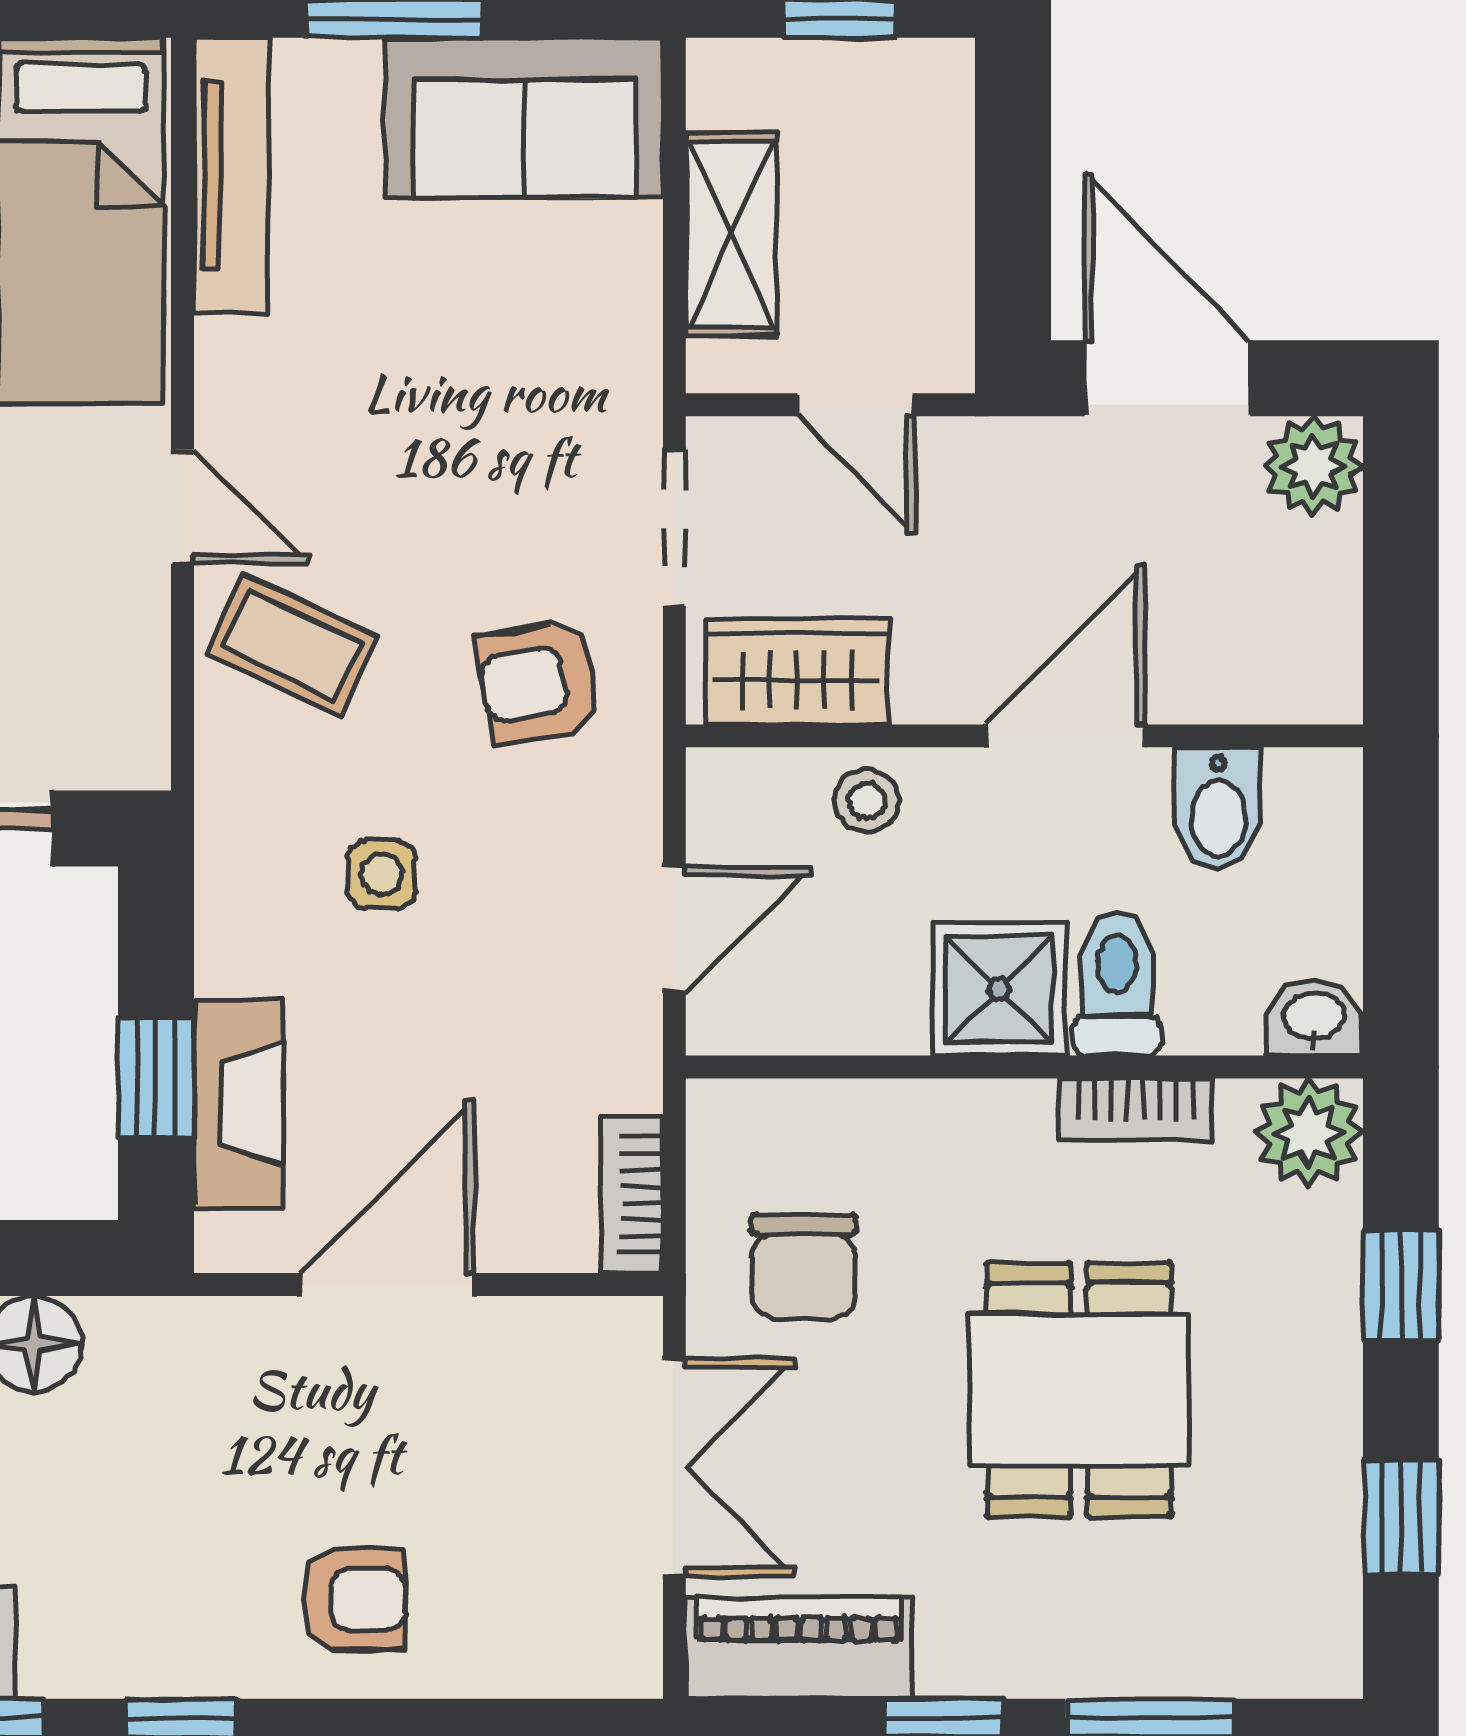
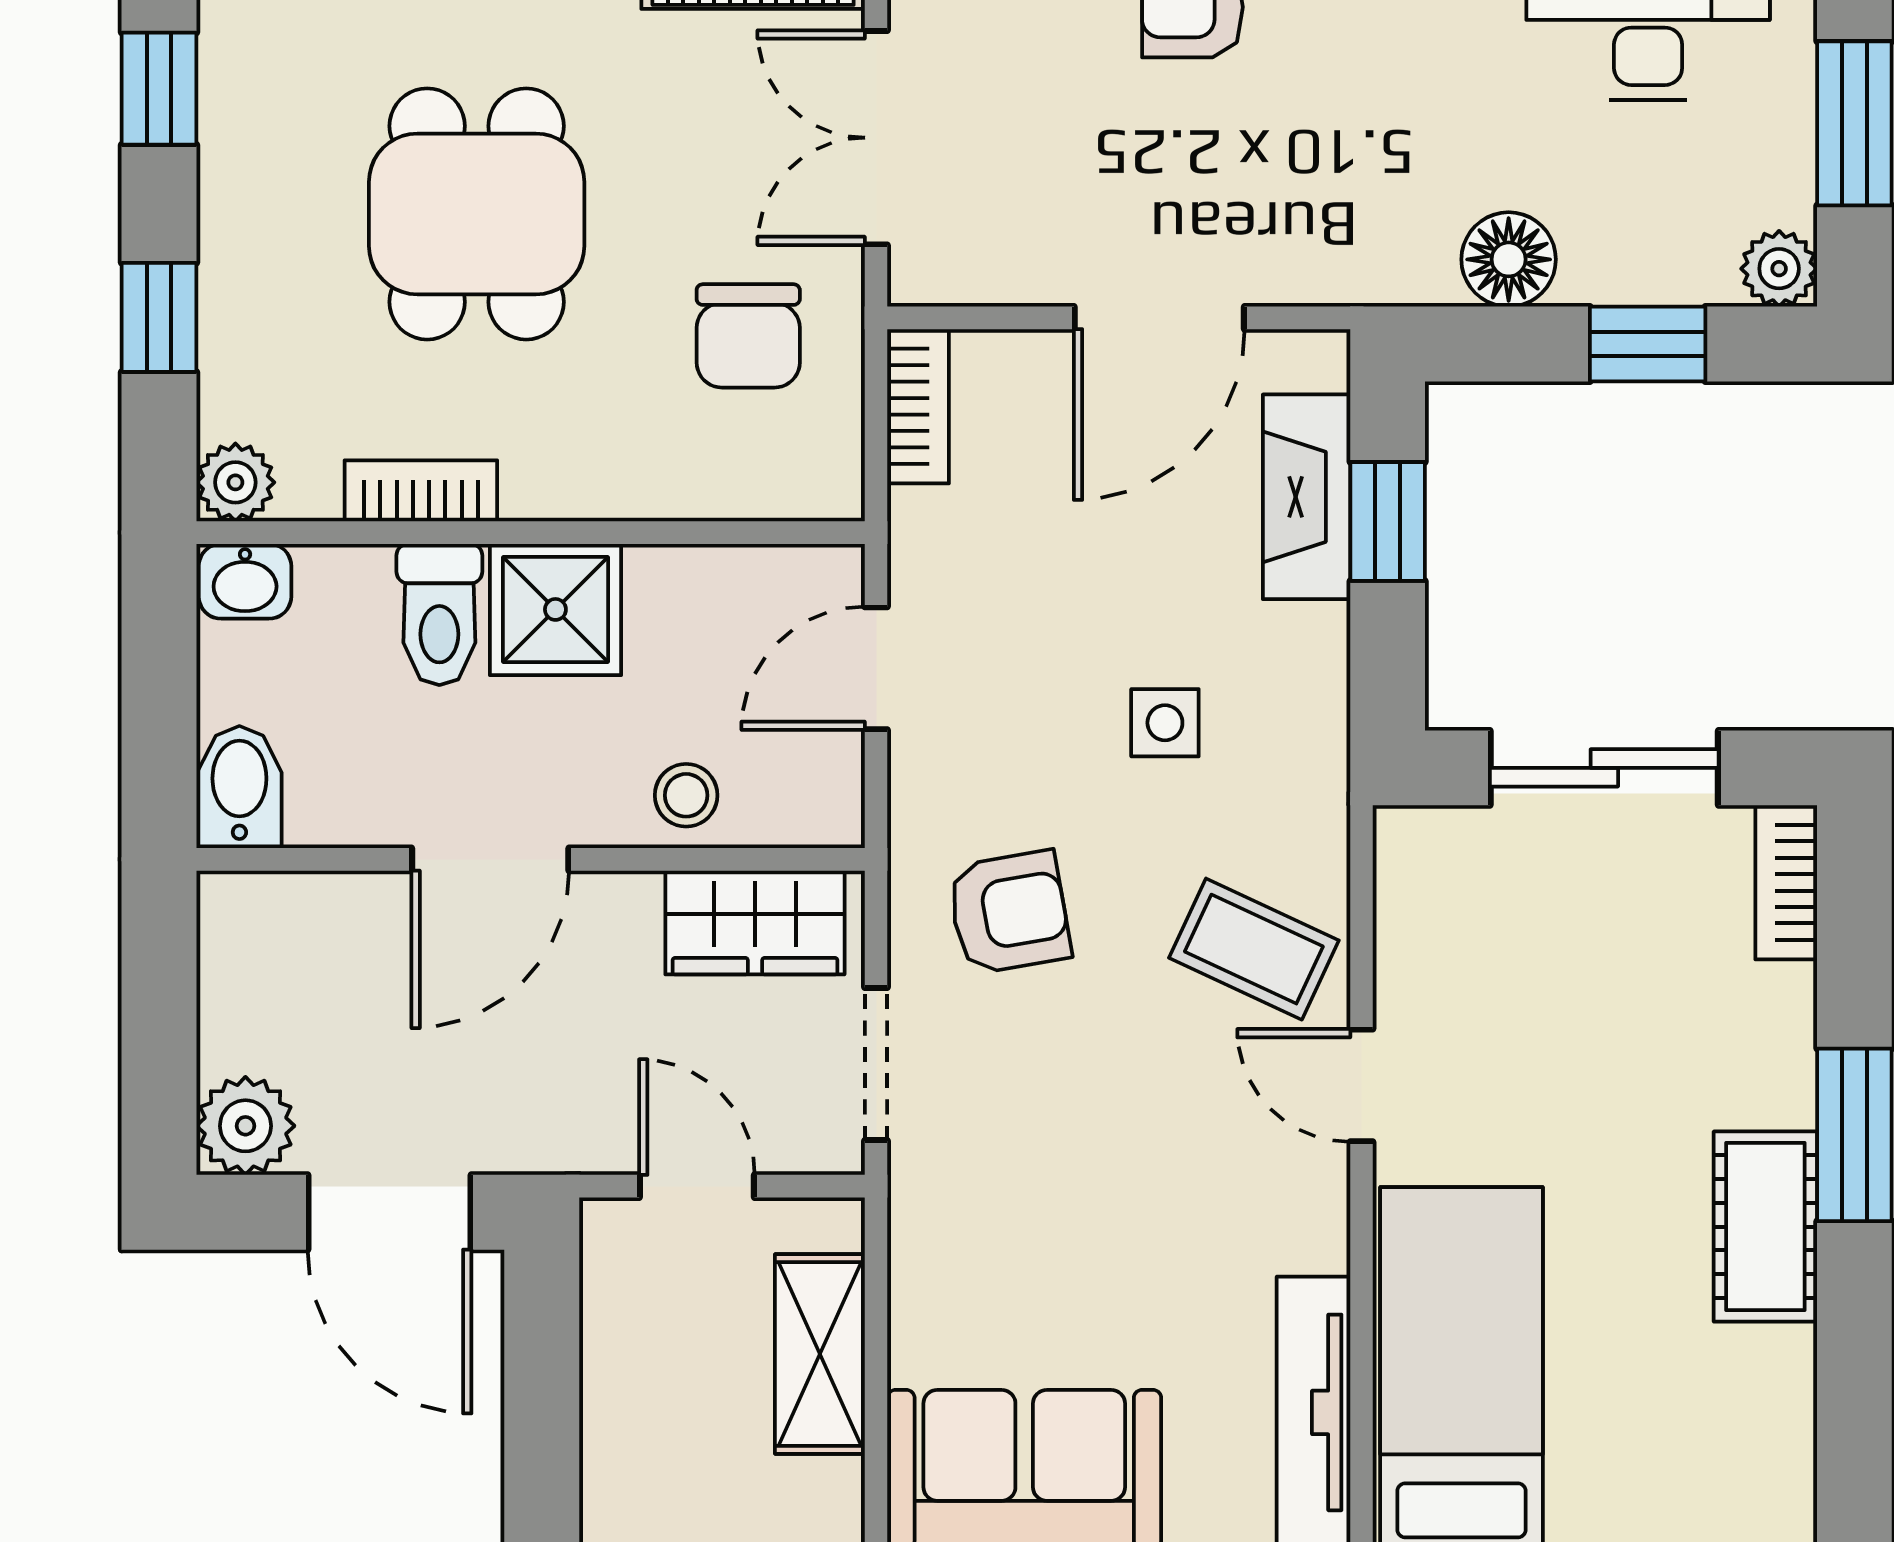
bidet: (1218, 809) -> (239, 787), moved
plant: (1309, 1133) -> (235, 482), width x0.73, depth x0.73
chair: (804, 1266) -> (748, 336), turned 180

